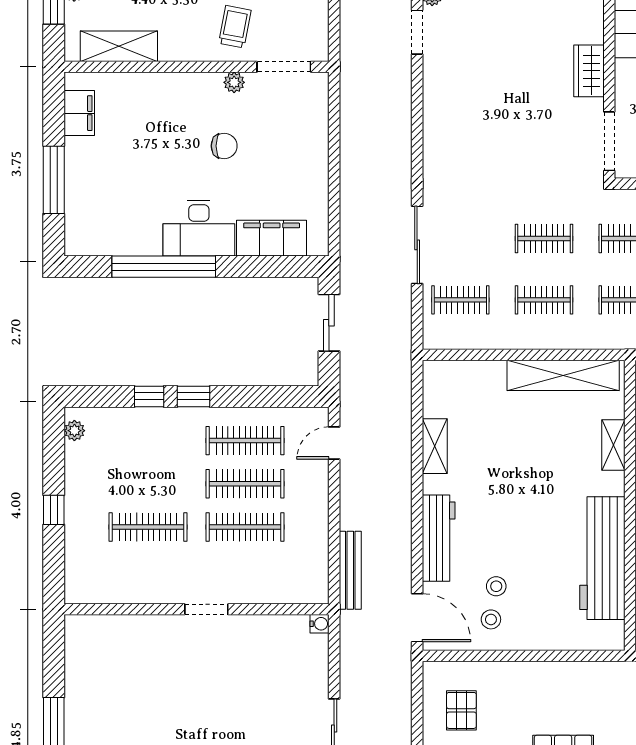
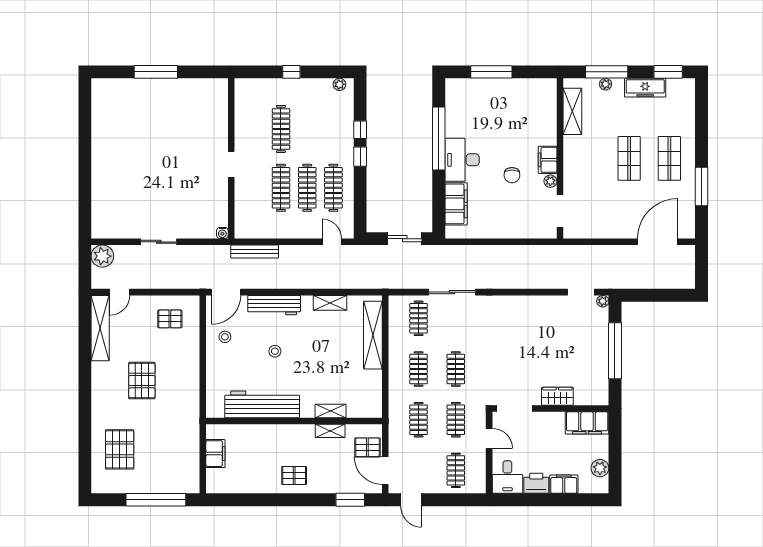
trolley: (235, 27) -> (584, 182), removed
filing cabinet: (79, 113) -> (548, 160), moved, turned 90
shelving: (563, 375) -> (373, 335), moved
stool: (496, 586) -> (275, 351), moved

